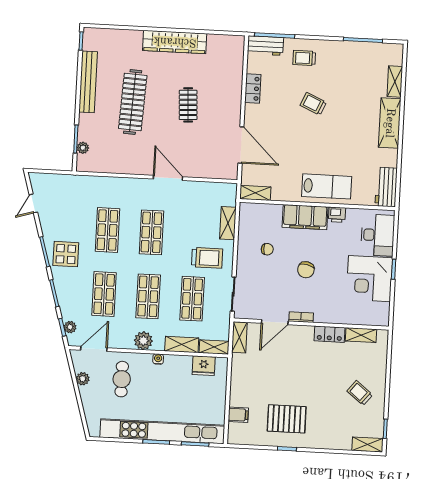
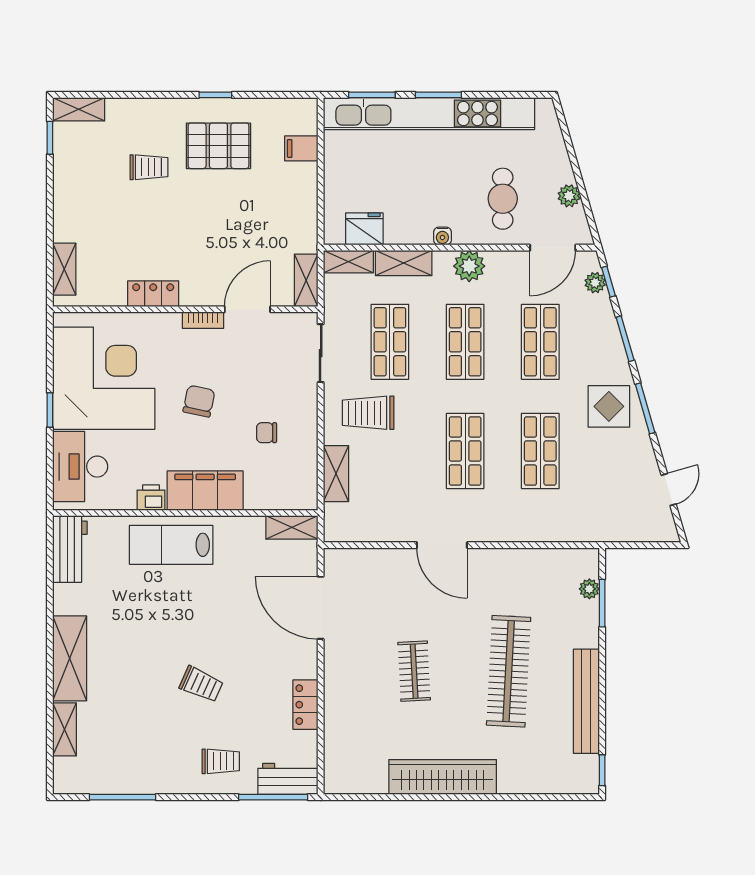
corner desk: (369, 279) -> (104, 378), width x1.36, depth x1.36
shelving: (361, 335) -> (64, 269), moved, turned 90
trolley: (360, 393) -> (149, 167), moved, turned -39

